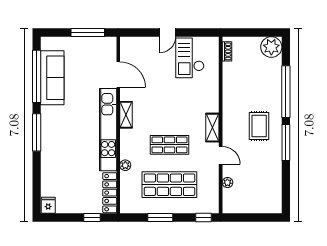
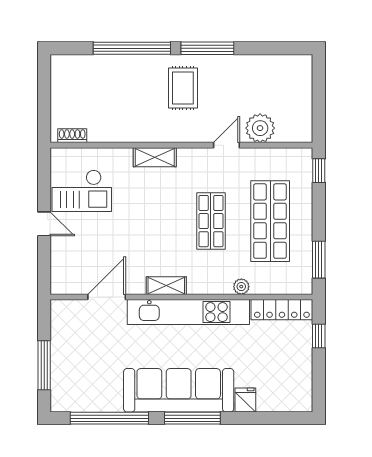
window: (88, 32) -> (44, 365), moved
plant: (271, 47) -> (66, 70), removed
sofa: (52, 78) -> (179, 390), moved, width x1.36, depth x1.27
rug: (259, 126) -> (183, 88), turned 90
shelving: (212, 128) -> (155, 157), moved
plant: (227, 183) -> (260, 128), width x1.87, depth x1.87
fridge: (48, 205) -> (245, 400), moved, turned 90
window: (160, 218) -> (319, 260), moved

